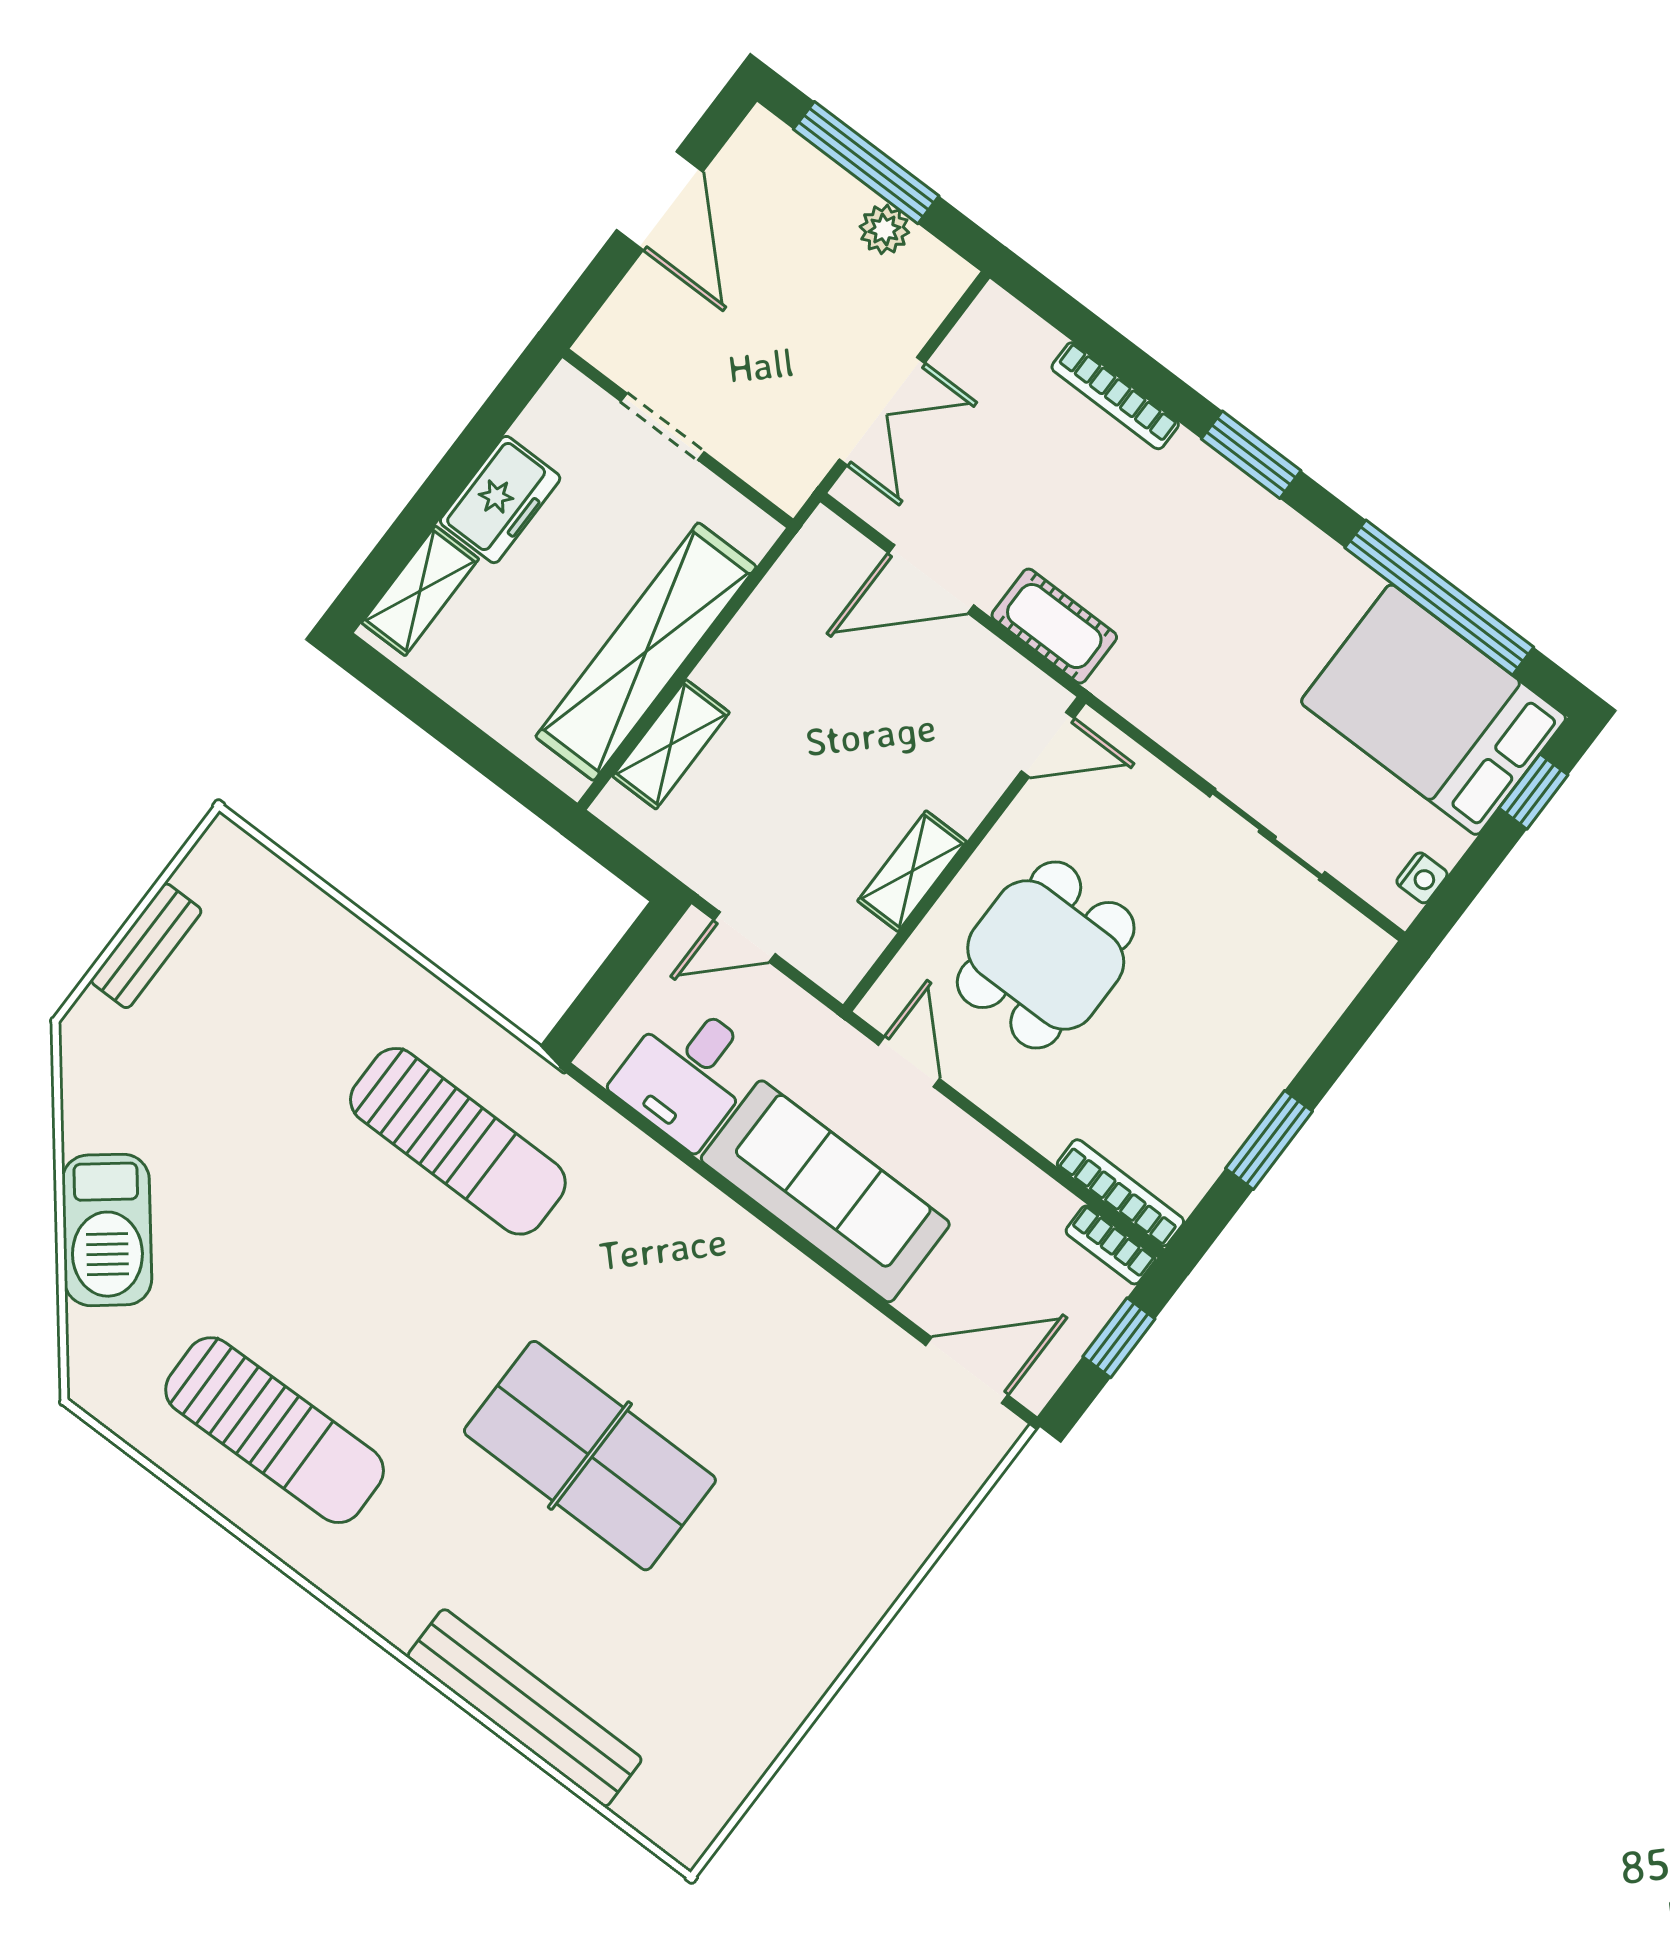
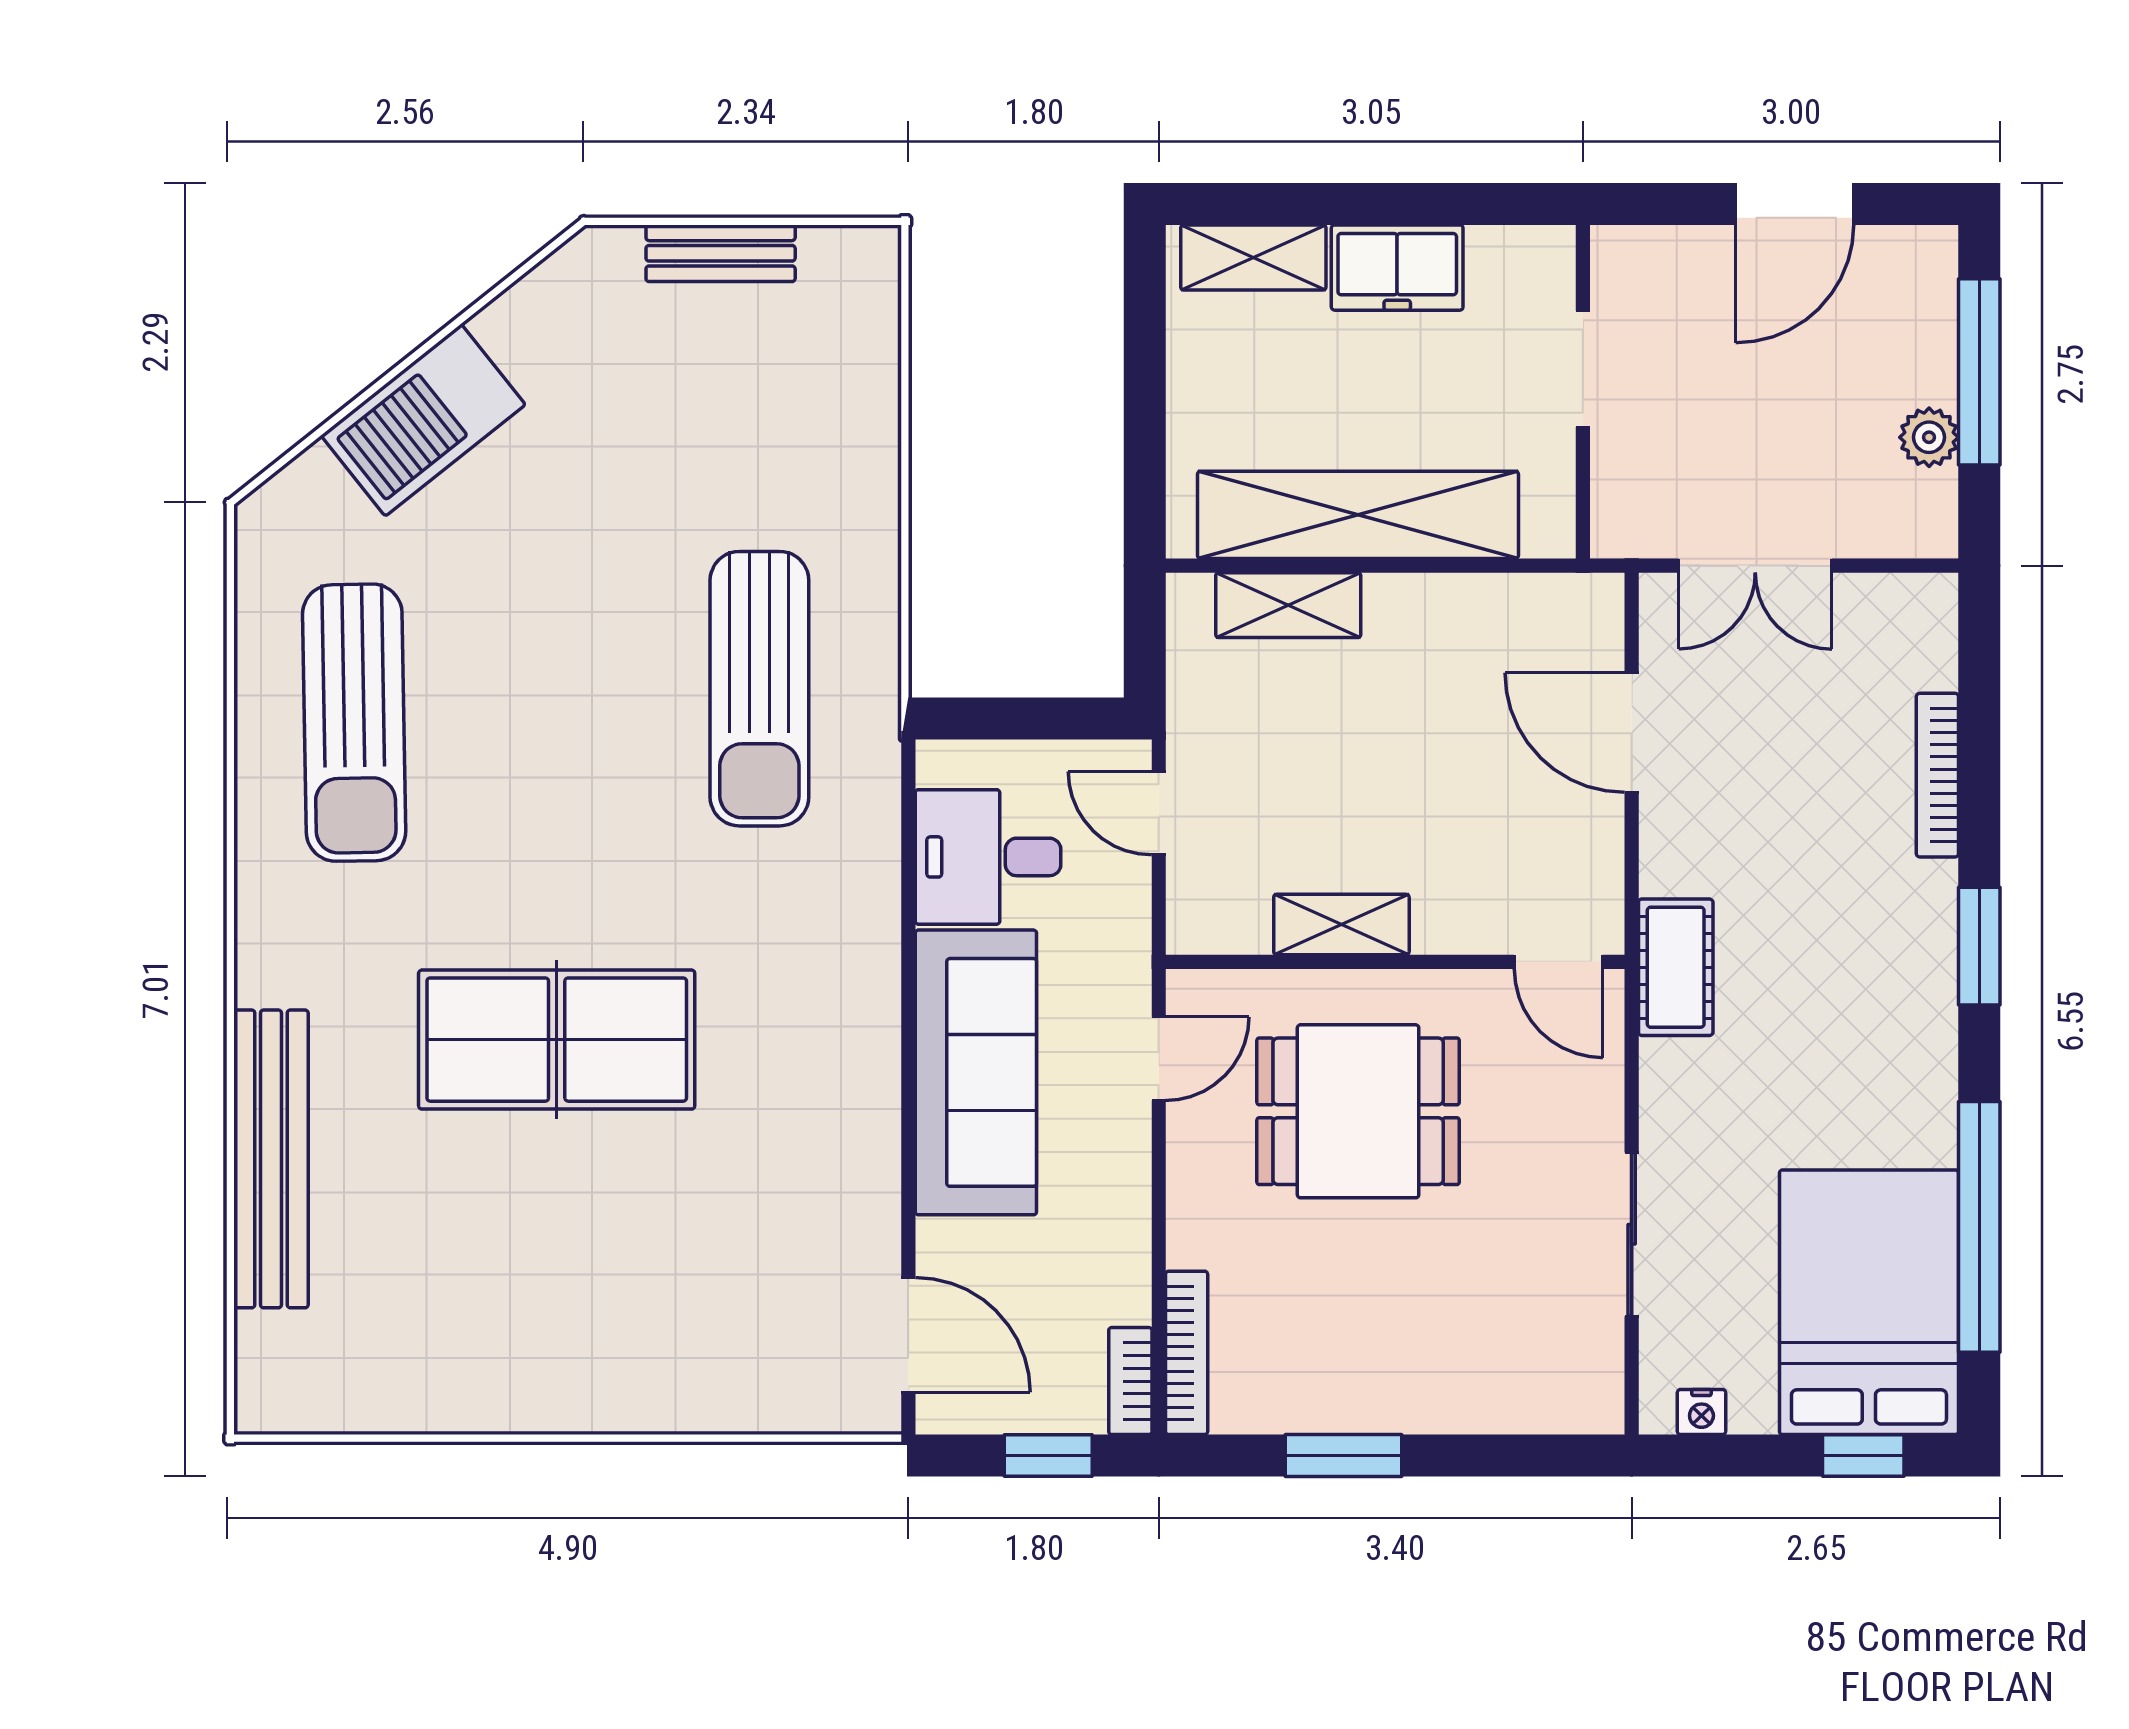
cot: (1054, 626) -> (1676, 967), moved
table tennis table: (590, 1456) -> (557, 1040), turned 90

